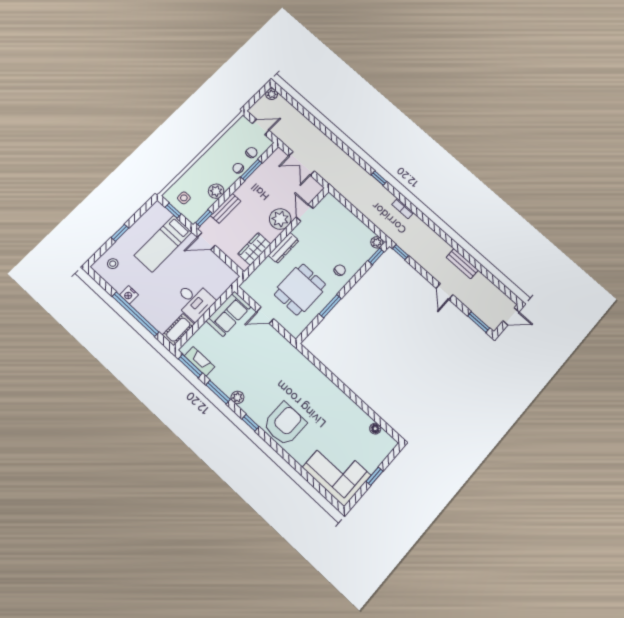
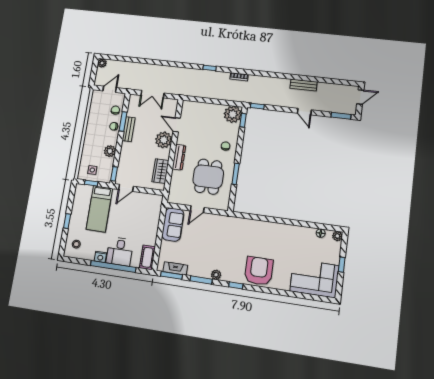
bench: (226, 208) -> (129, 129), moved
plant: (377, 242) -> (233, 114), width x1.88, depth x1.88
desk: (194, 301) -> (120, 252), moved, turned 90
plant: (390, 443) -> (337, 236), added

